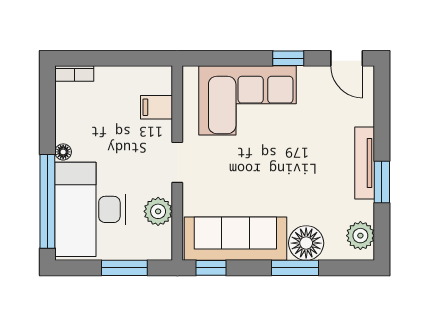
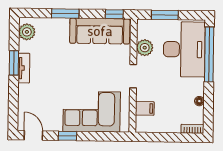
floor lamp: (63, 152) -> (199, 101), moved
tv unit: (365, 163) -> (24, 68), width x0.71
floor lamp: (306, 243) -> (59, 28), removed

